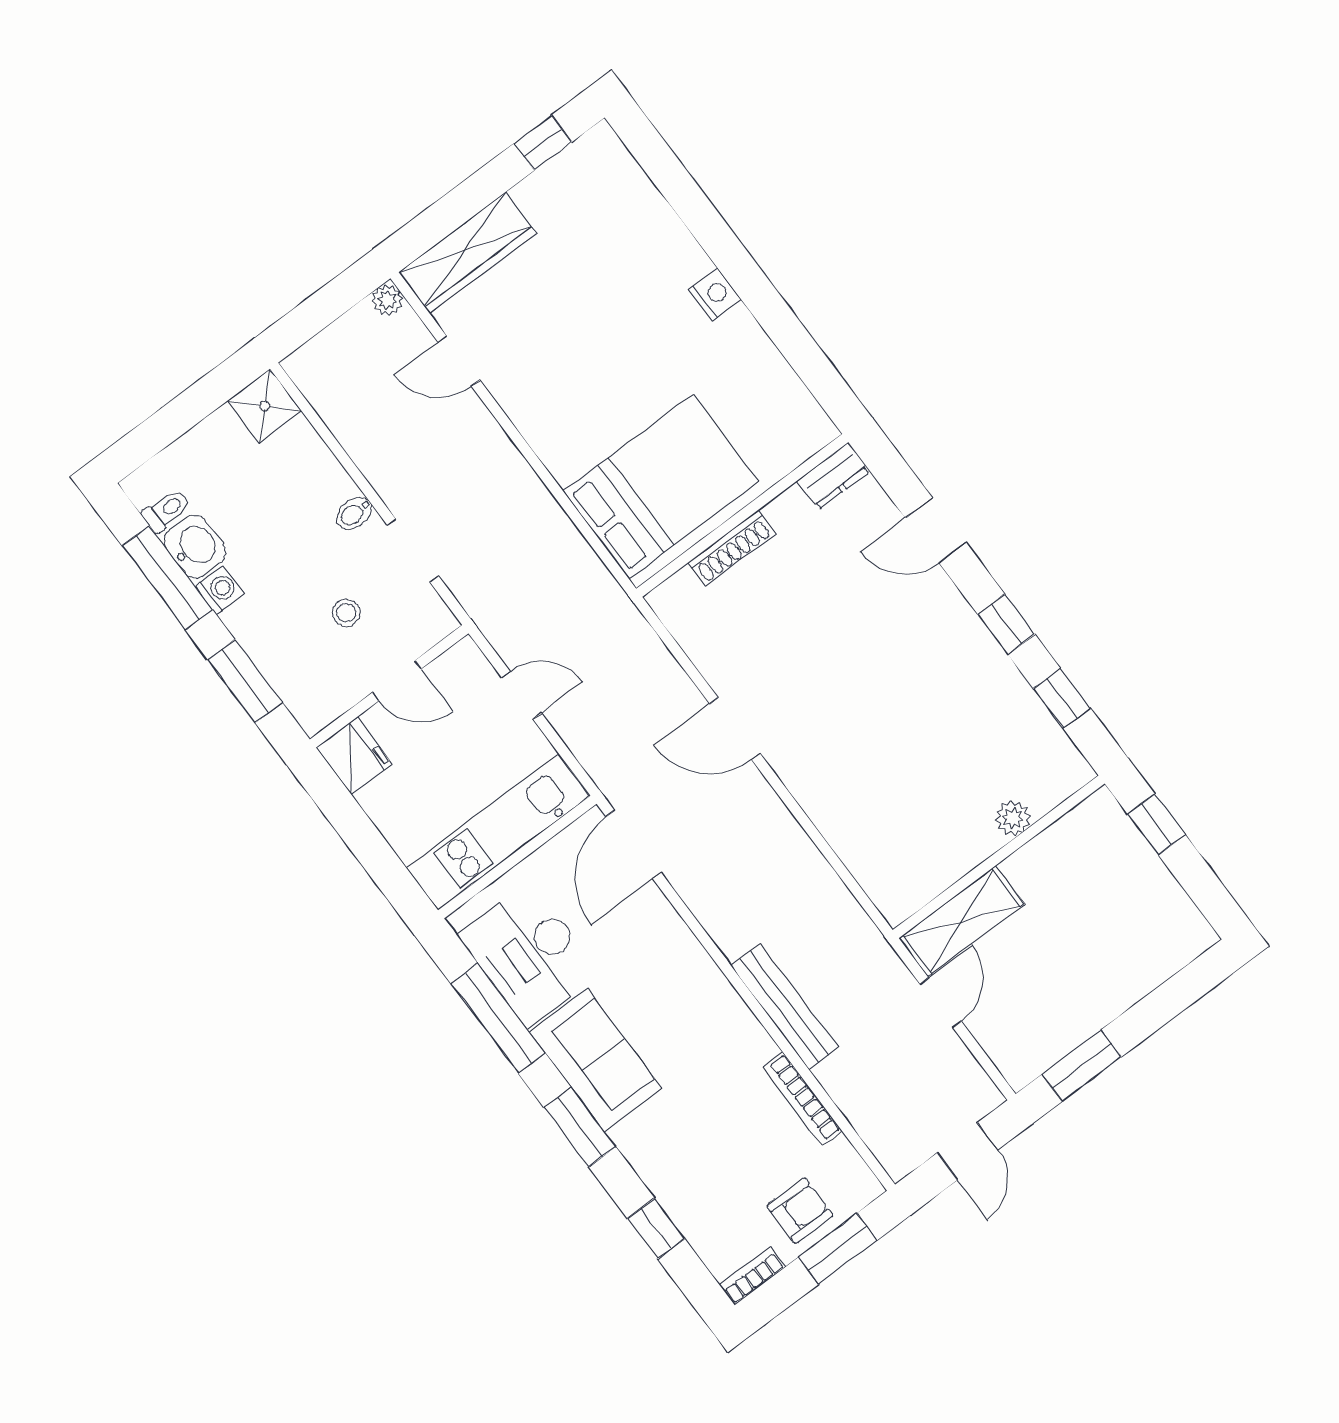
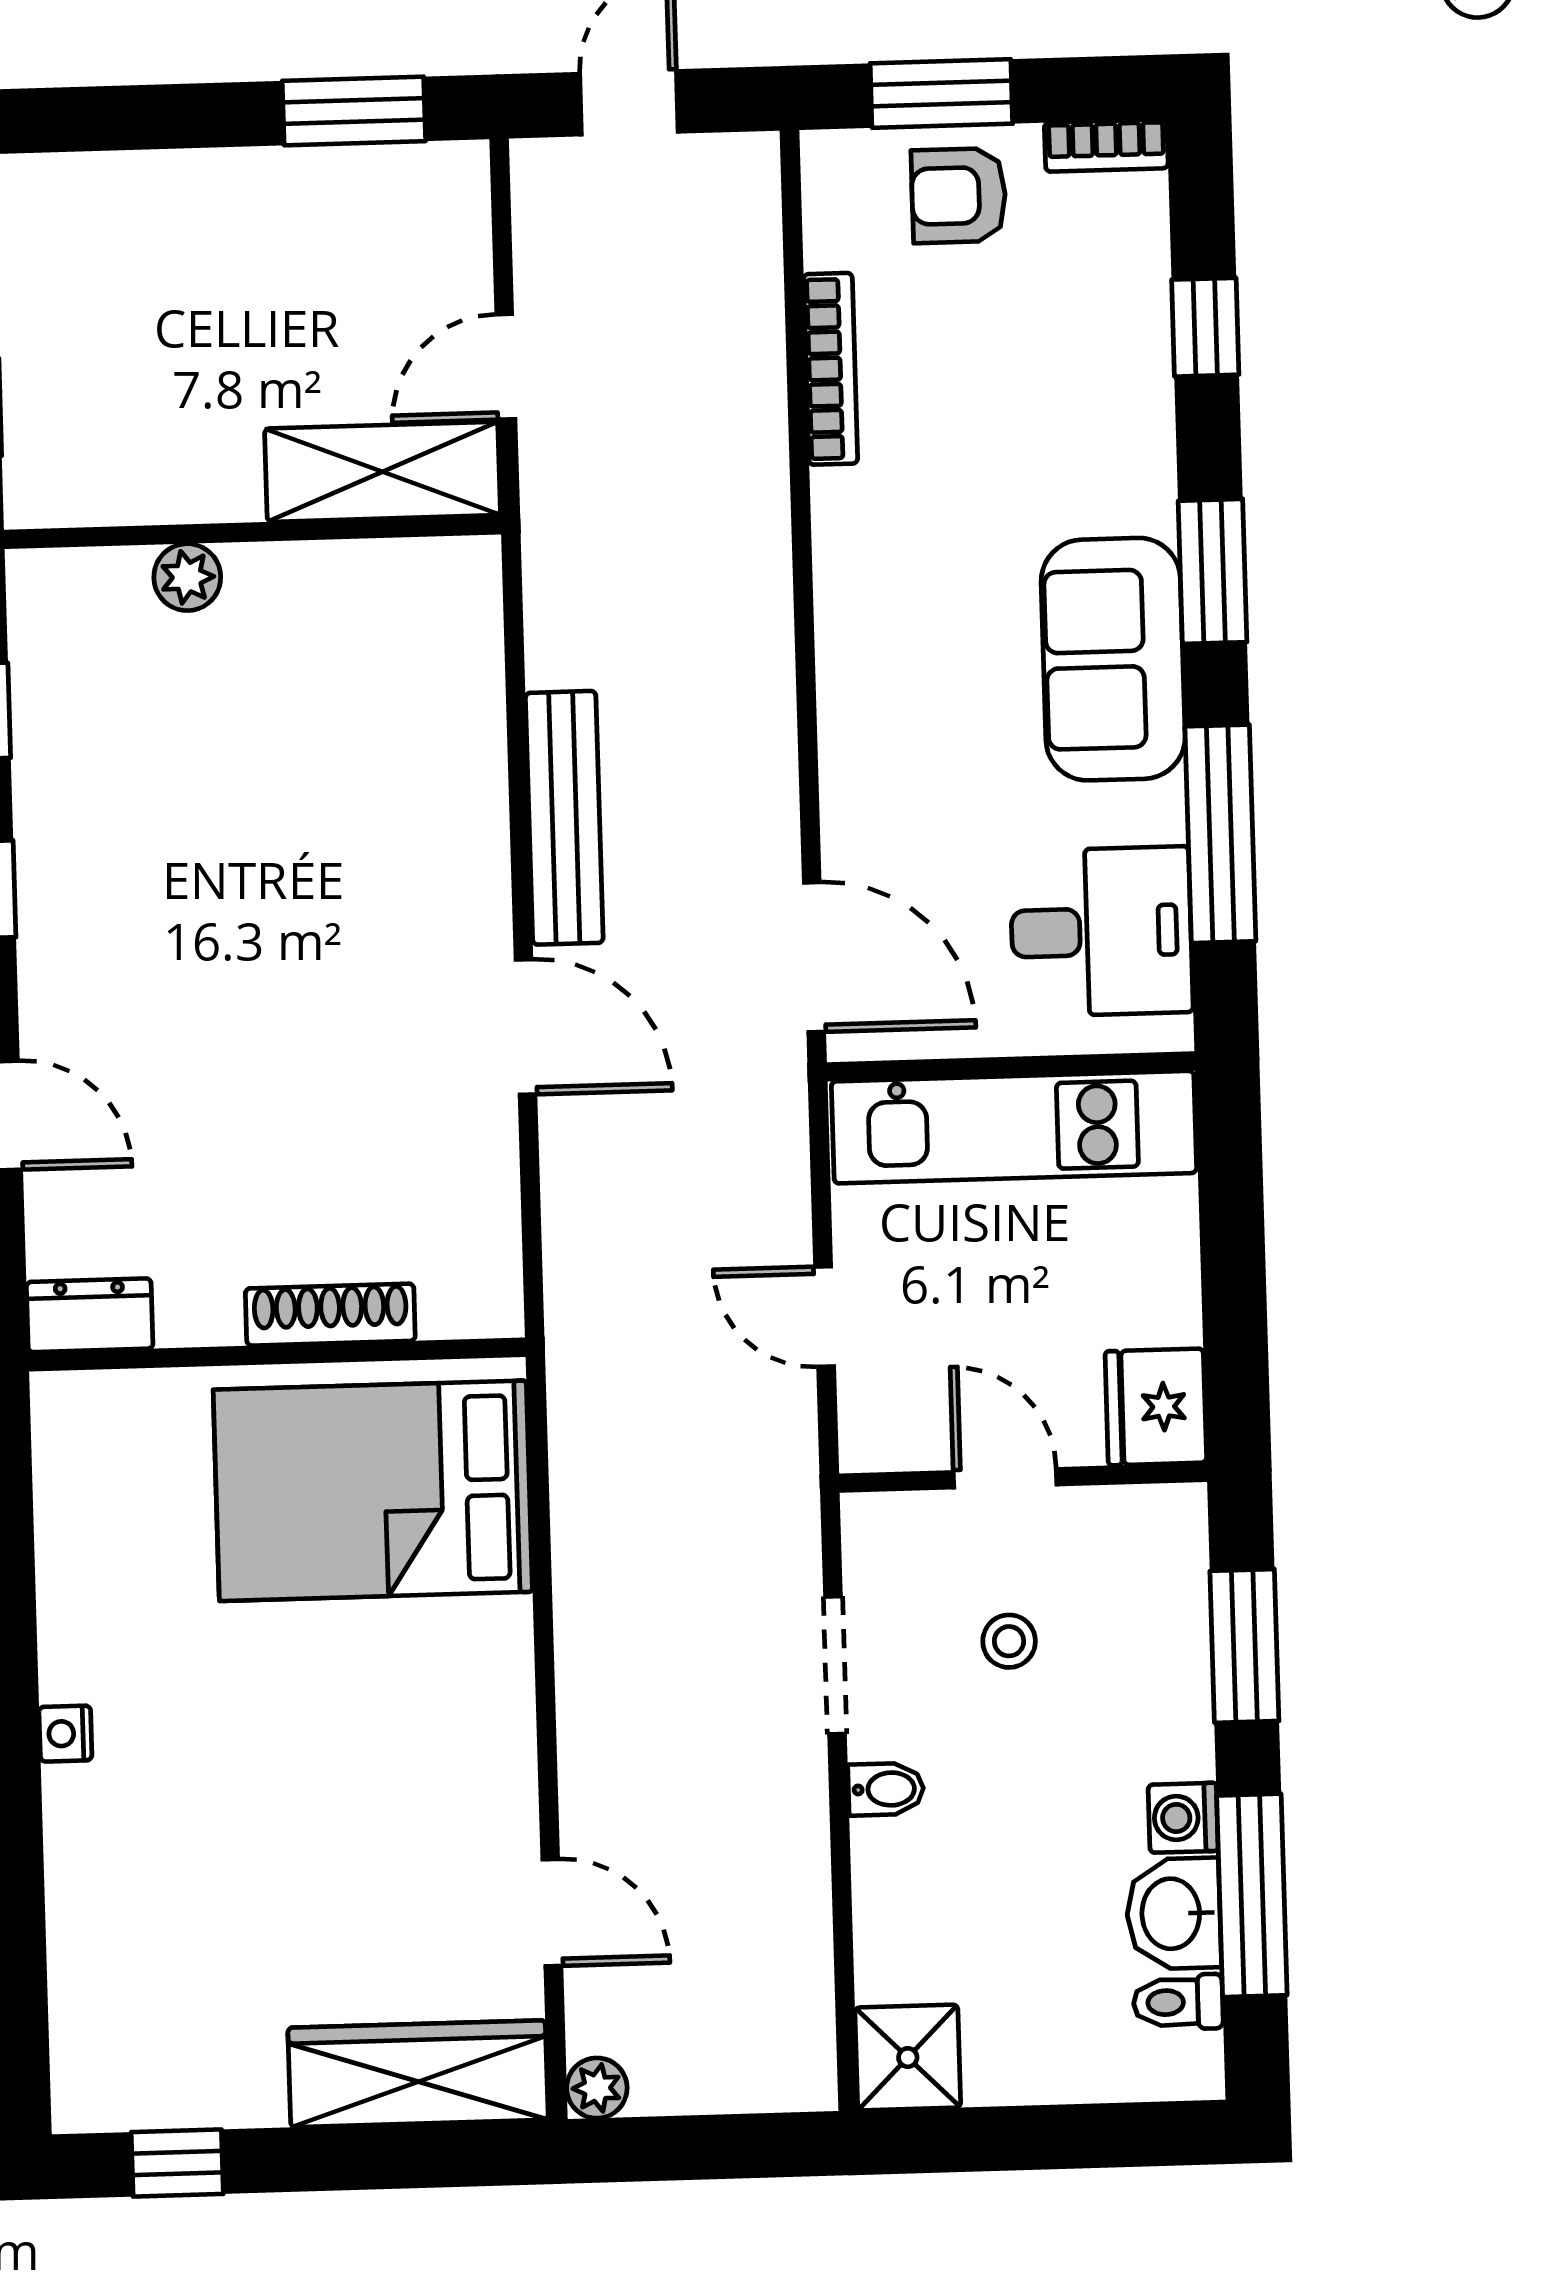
nightstand: (715, 294) -> (65, 1734), width x0.72, depth x0.74
door: (633, 844) -> (814, 957), hinge flipped
desk: (529, 954) -> (1101, 932), width x0.73
bench: (784, 1007) -> (564, 818), moved

